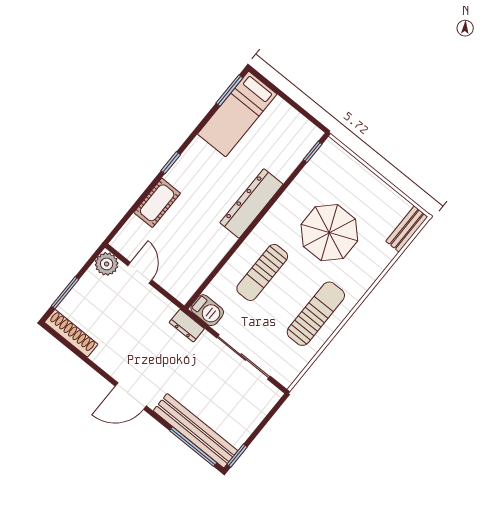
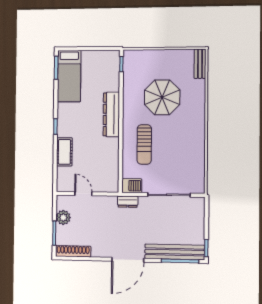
plant: (107, 264) -> (63, 217), moved
sun lounger: (316, 314) -> (188, 144), removed
door: (131, 396) -> (128, 260), width x1.36

